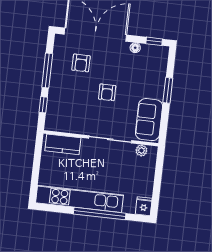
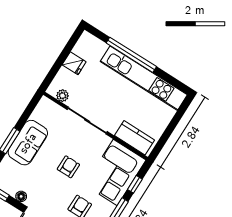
corner sofa: (65, 107) -> (115, 173), added
sofa: (149, 120) -> (28, 143), moved
fridge: (144, 206) -> (74, 63), moved, turned -90

